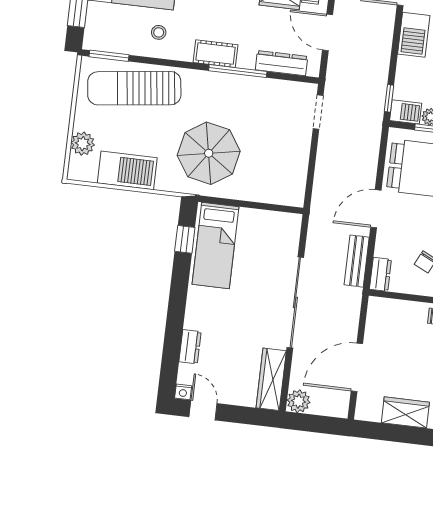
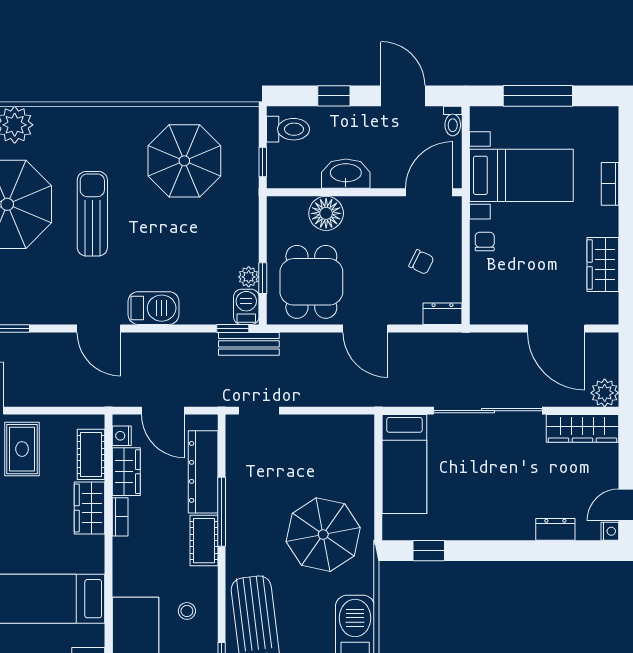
door: (328, 32) -> (163, 411), hinge flipped
dresser: (282, 63) -> (203, 472), width x1.37, depth x1.24
bed: (215, 246) -> (404, 464), moved, turned 90
bench: (357, 261) -> (249, 344), moved

